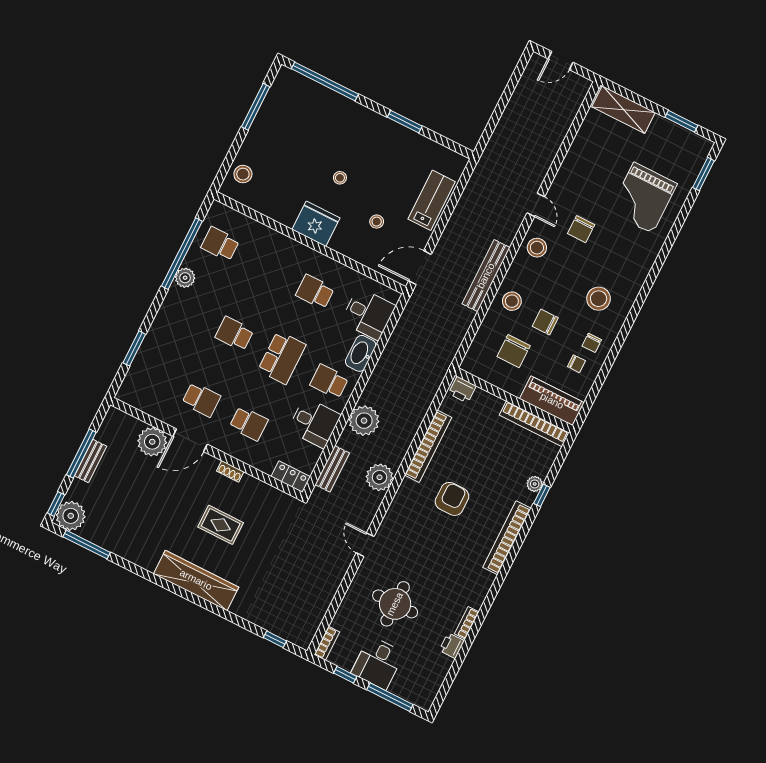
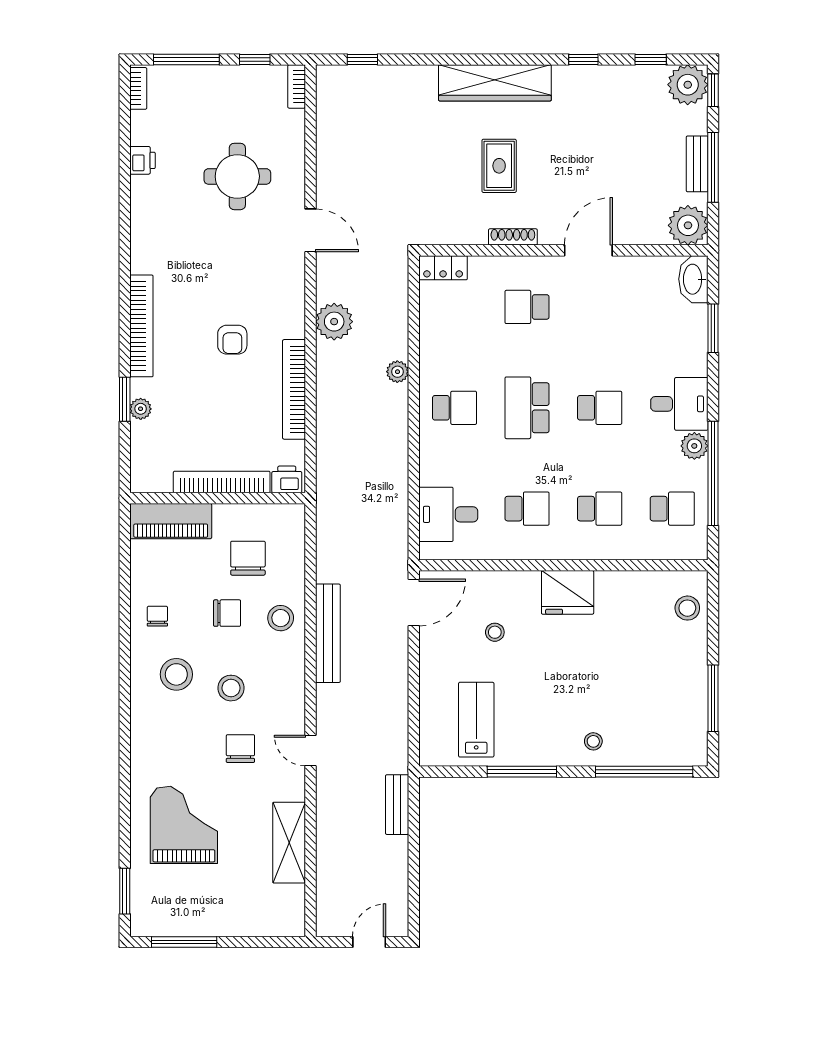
shelving: (623, 110) -> (289, 843), moved, turned 90
window: (681, 121) -> (184, 942), width x1.44
window: (405, 122) -> (522, 772), width x1.44
stool: (340, 178) -> (593, 741), moved
lab bench: (432, 200) -> (476, 720), moved, turned 180
stool: (537, 248) -> (231, 688), moved
washbasin: (361, 353) -> (693, 279), moved, turned 180
chair: (576, 364) -> (163, 581), removed
school desk: (201, 400) -> (600, 509), moved, turned 180
plant: (364, 421) -> (397, 372), width x0.53, depth x0.53
desk: (314, 423) -> (679, 404), moved, turned 180
bookcase: (534, 424) -> (222, 482), moved
plant: (152, 442) -> (688, 225), moved
bench: (332, 469) -> (397, 805), moved
shoe rack: (230, 471) -> (513, 237), width x1.43
window: (542, 495) -> (125, 399), width x1.50
armchair: (452, 499) -> (232, 340), width x0.72, depth x0.72
rug: (221, 525) -> (499, 166), turned 90
window: (87, 545) -> (651, 59), width x0.46
door: (365, 545) -> (310, 230), width x1.38
window: (131, 567) -> (583, 59), added
bookcase: (467, 623) -> (138, 88), moved
desk: (378, 663) -> (222, 94), removed

